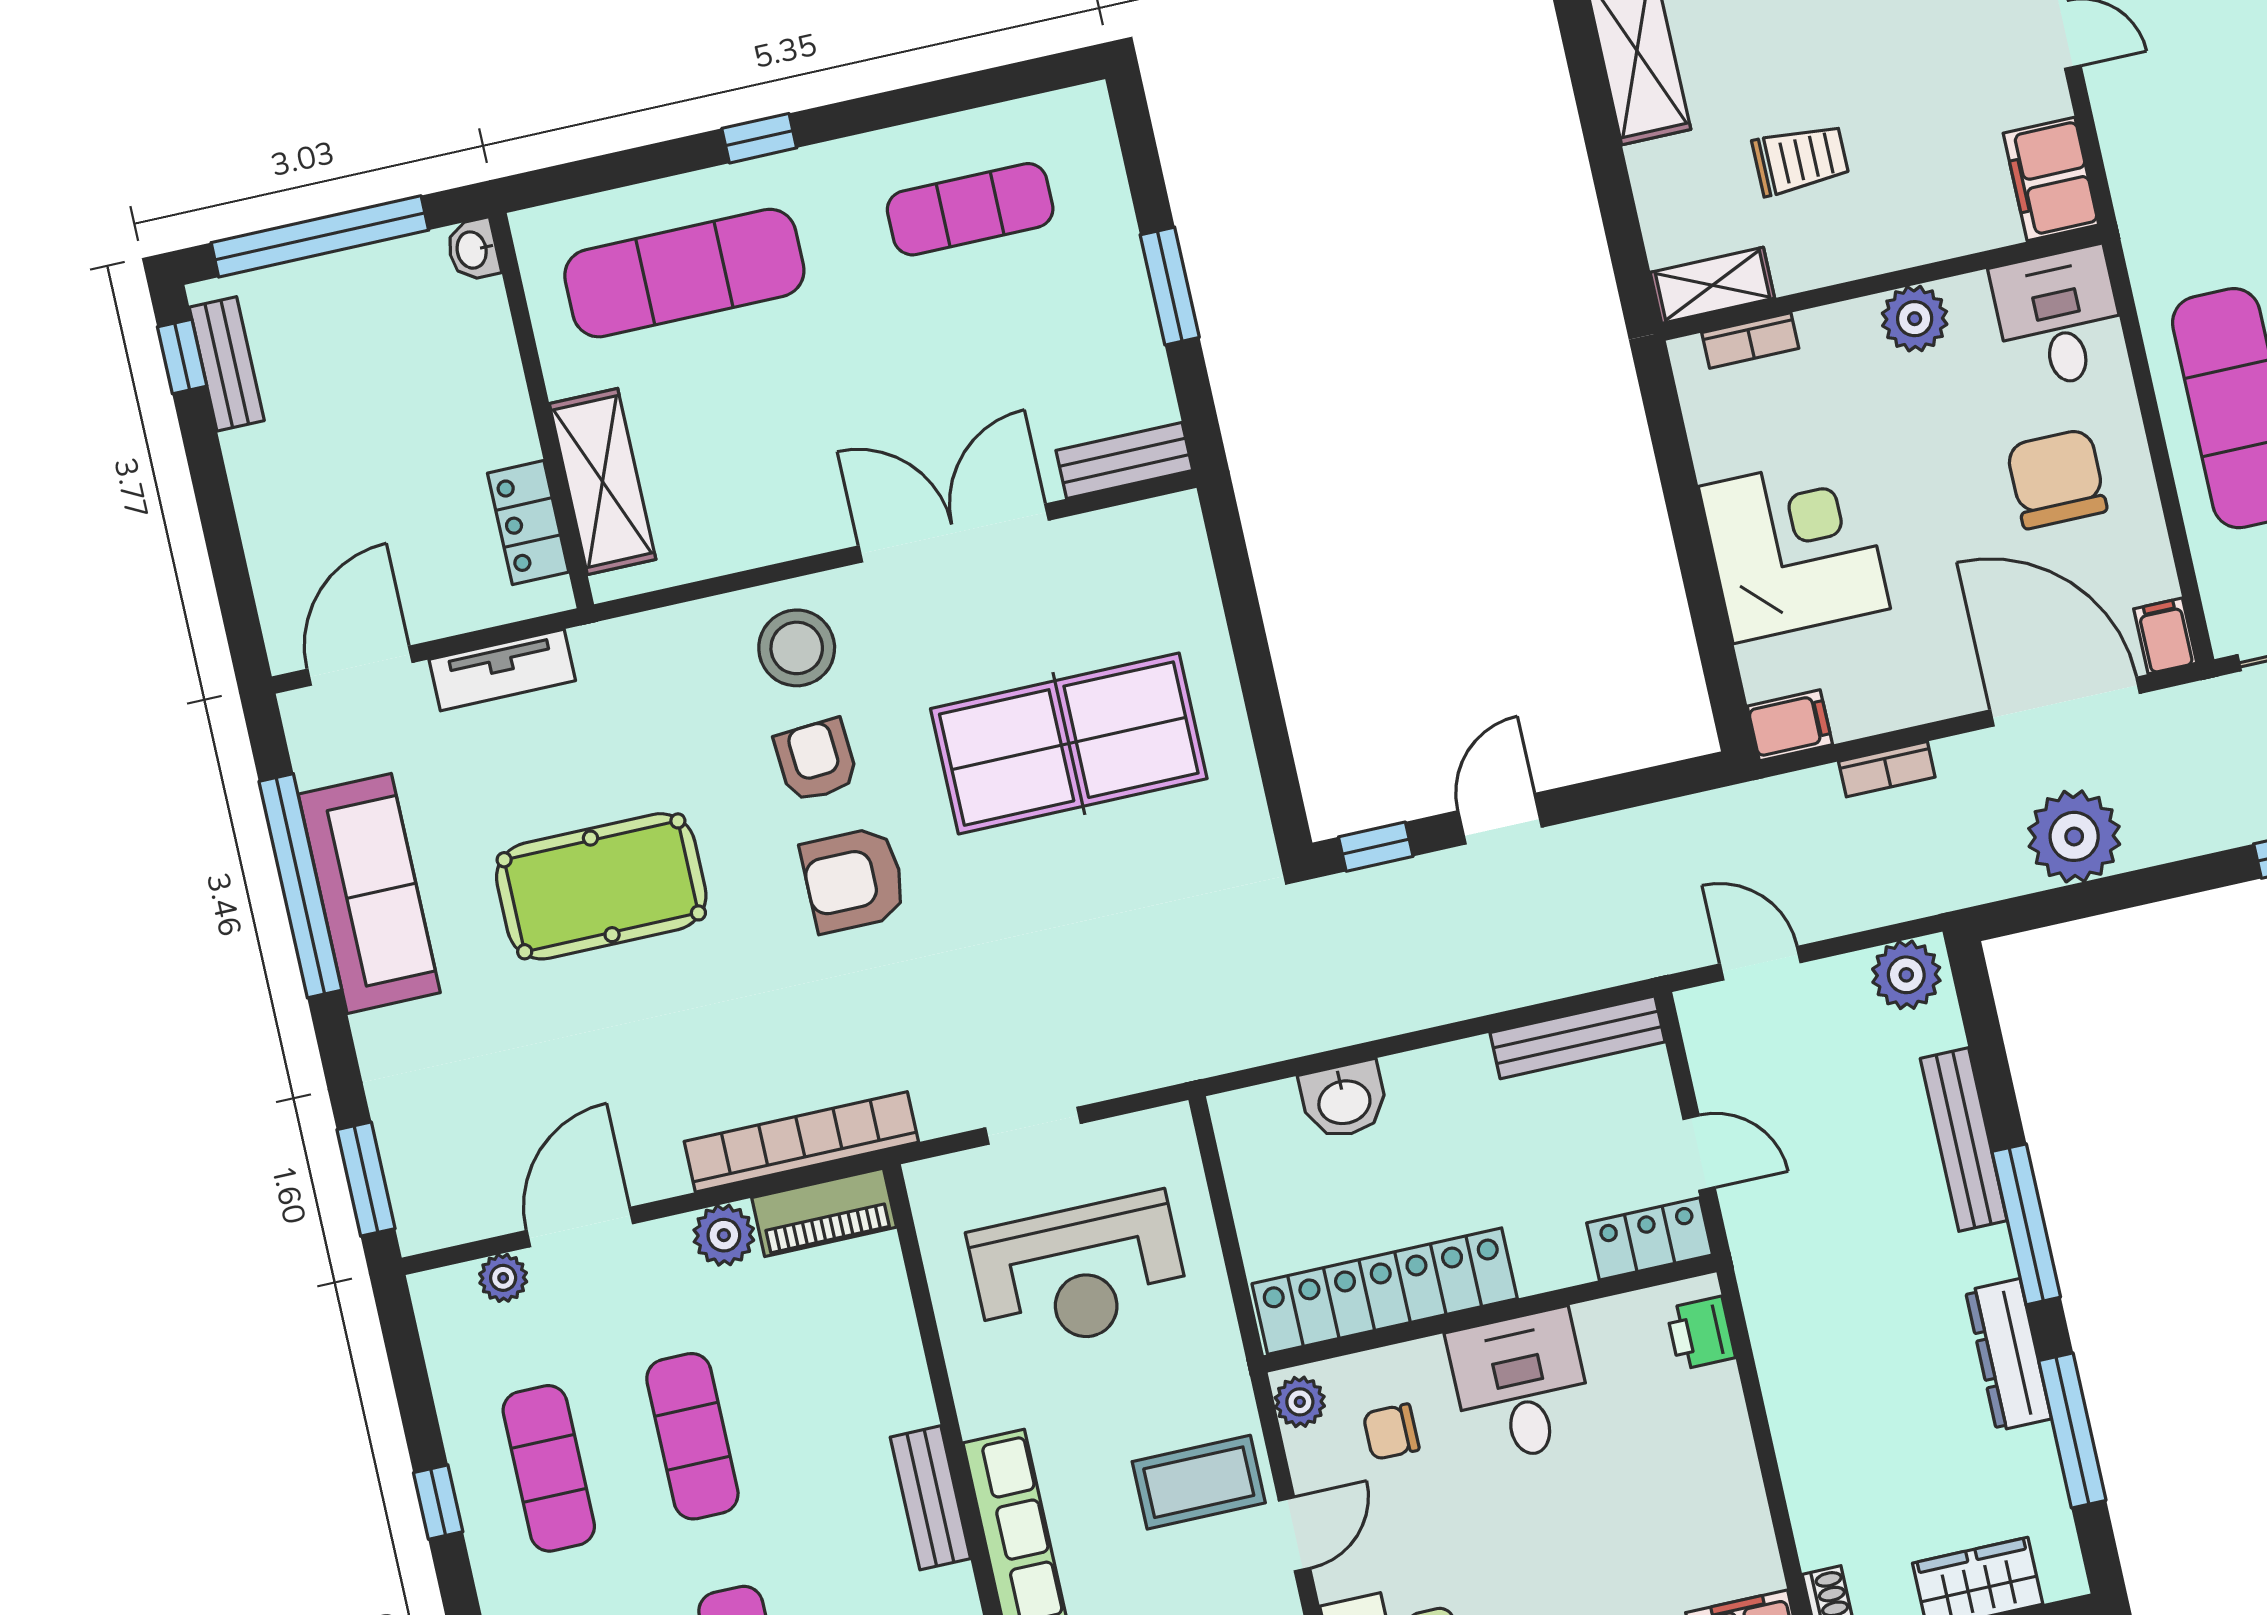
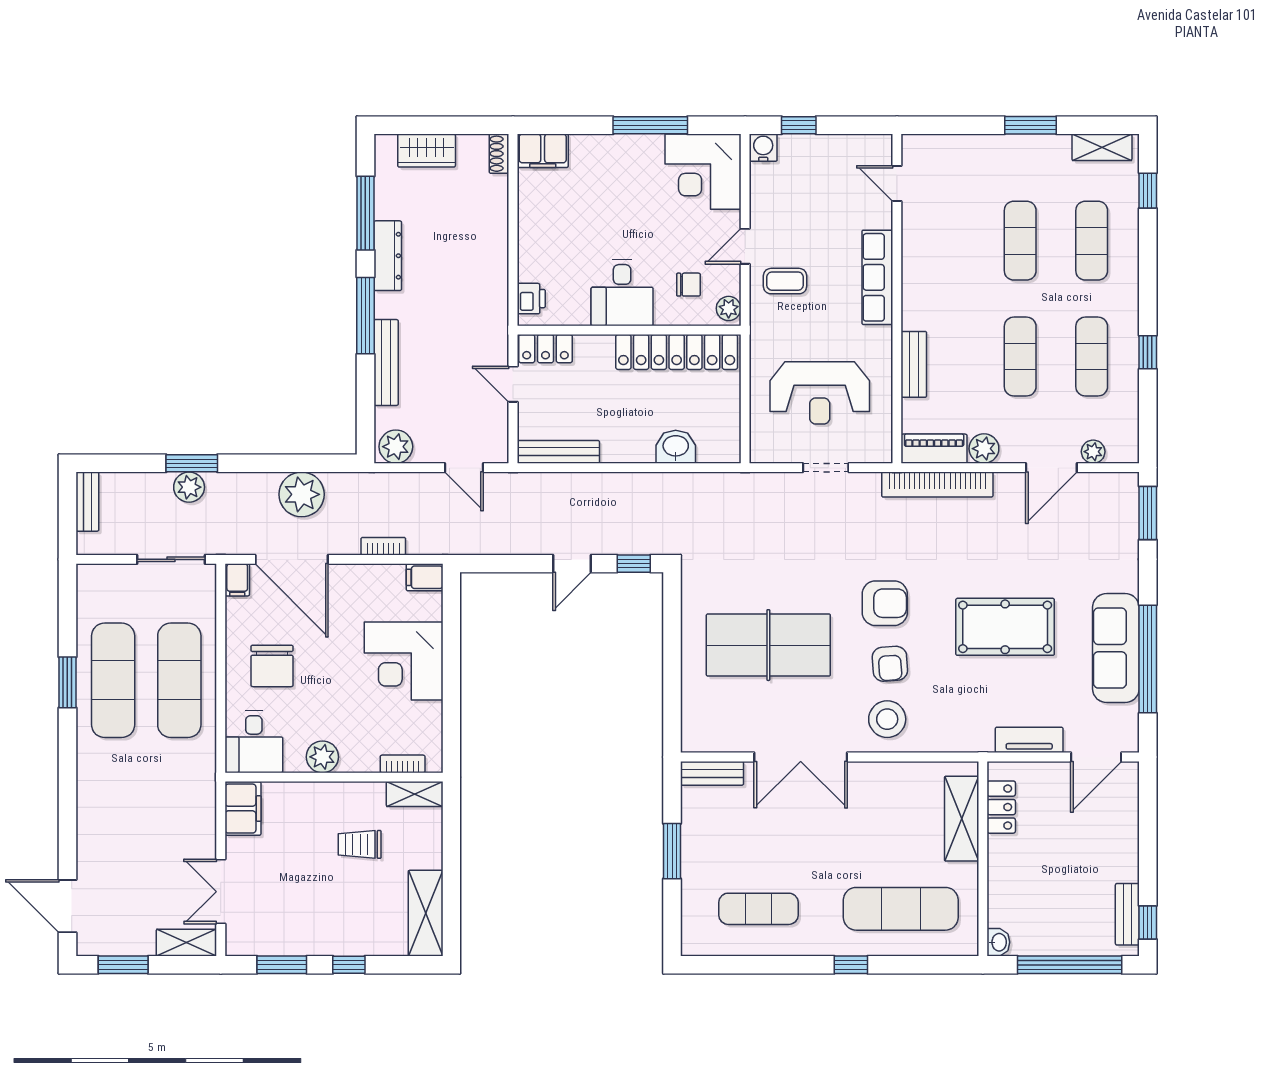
reception desk: (1079, 1273) -> (820, 393), turned 180
coffee table: (1199, 1482) -> (785, 281), width x0.73, depth x0.77
bench: (930, 1498) -> (914, 364), moved

